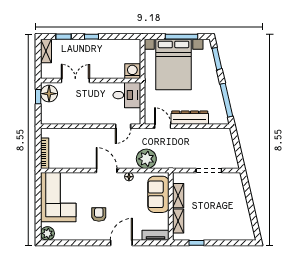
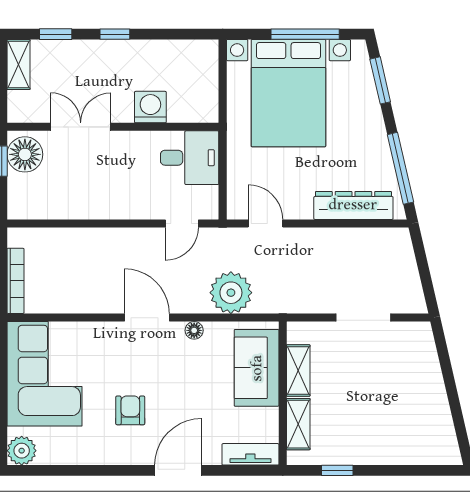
washing machine: (132, 71) -> (150, 107), moved
dresser: (190, 118) -> (353, 205), moved

